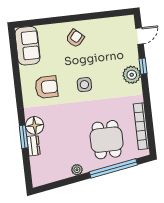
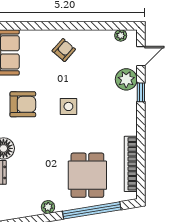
plant: (121, 21) -> (121, 35), added
plant: (132, 75) -> (126, 79), moved

